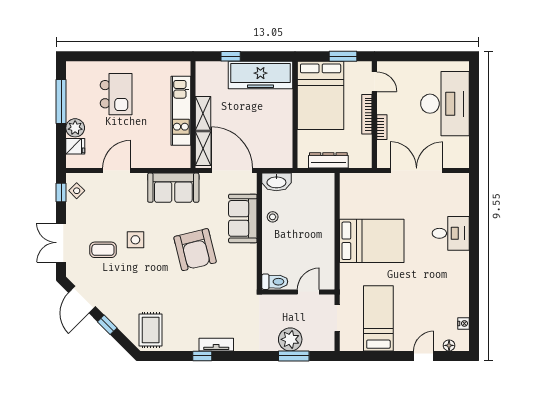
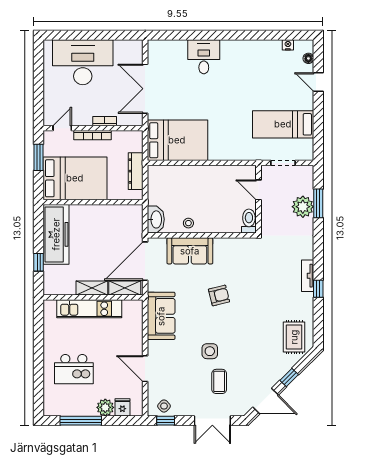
kitchen island: (116, 94) -> (74, 369), turned 180
bed: (372, 241) -> (177, 140), moved, turned 90
armchair: (195, 250) -> (219, 295), width x0.53, depth x0.53
rug: (151, 330) -> (294, 337), turned 90

